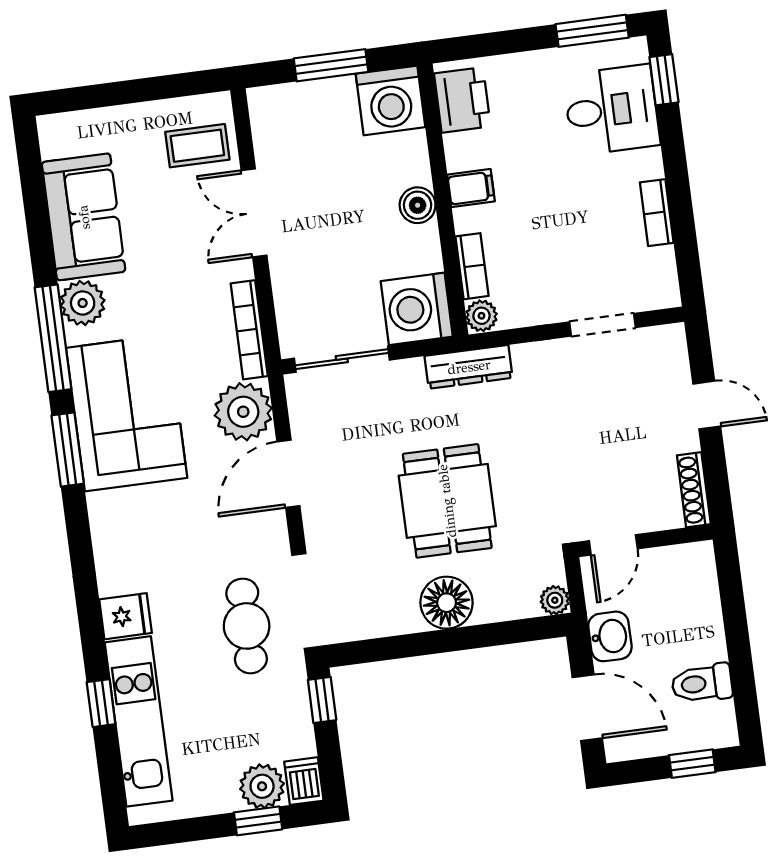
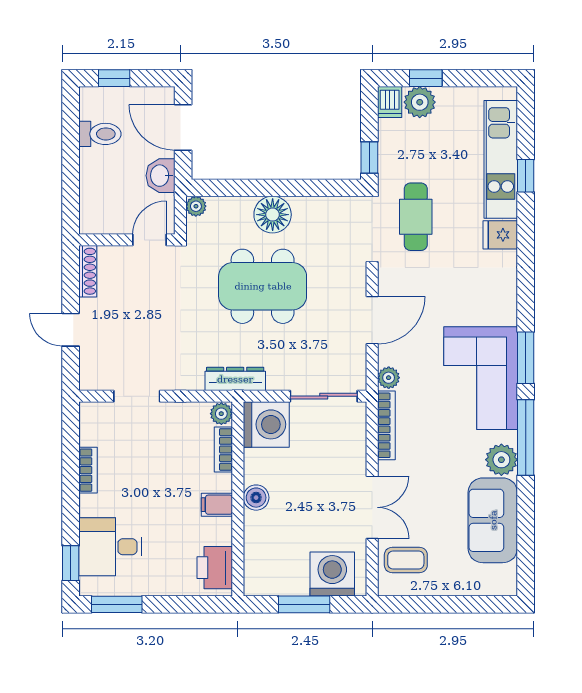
washing machine: (390, 100) -> (332, 574), moved
plant: (243, 412) -> (389, 378), width x0.53, depth x0.53
dining table: (447, 501) -> (263, 286), width x1.38

